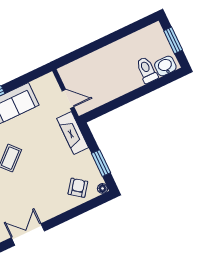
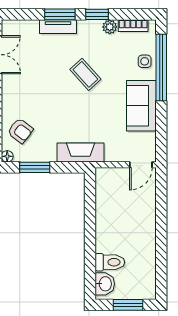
door: (68, 99) -> (141, 165), moved

